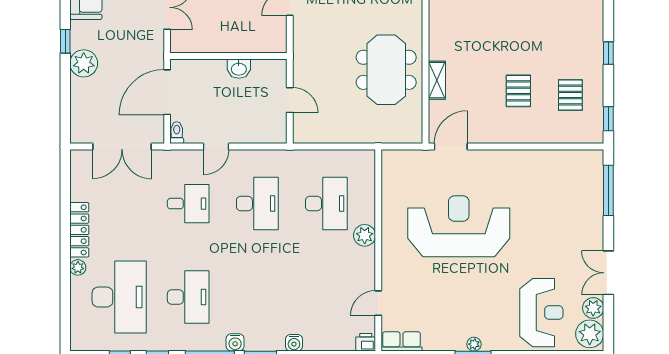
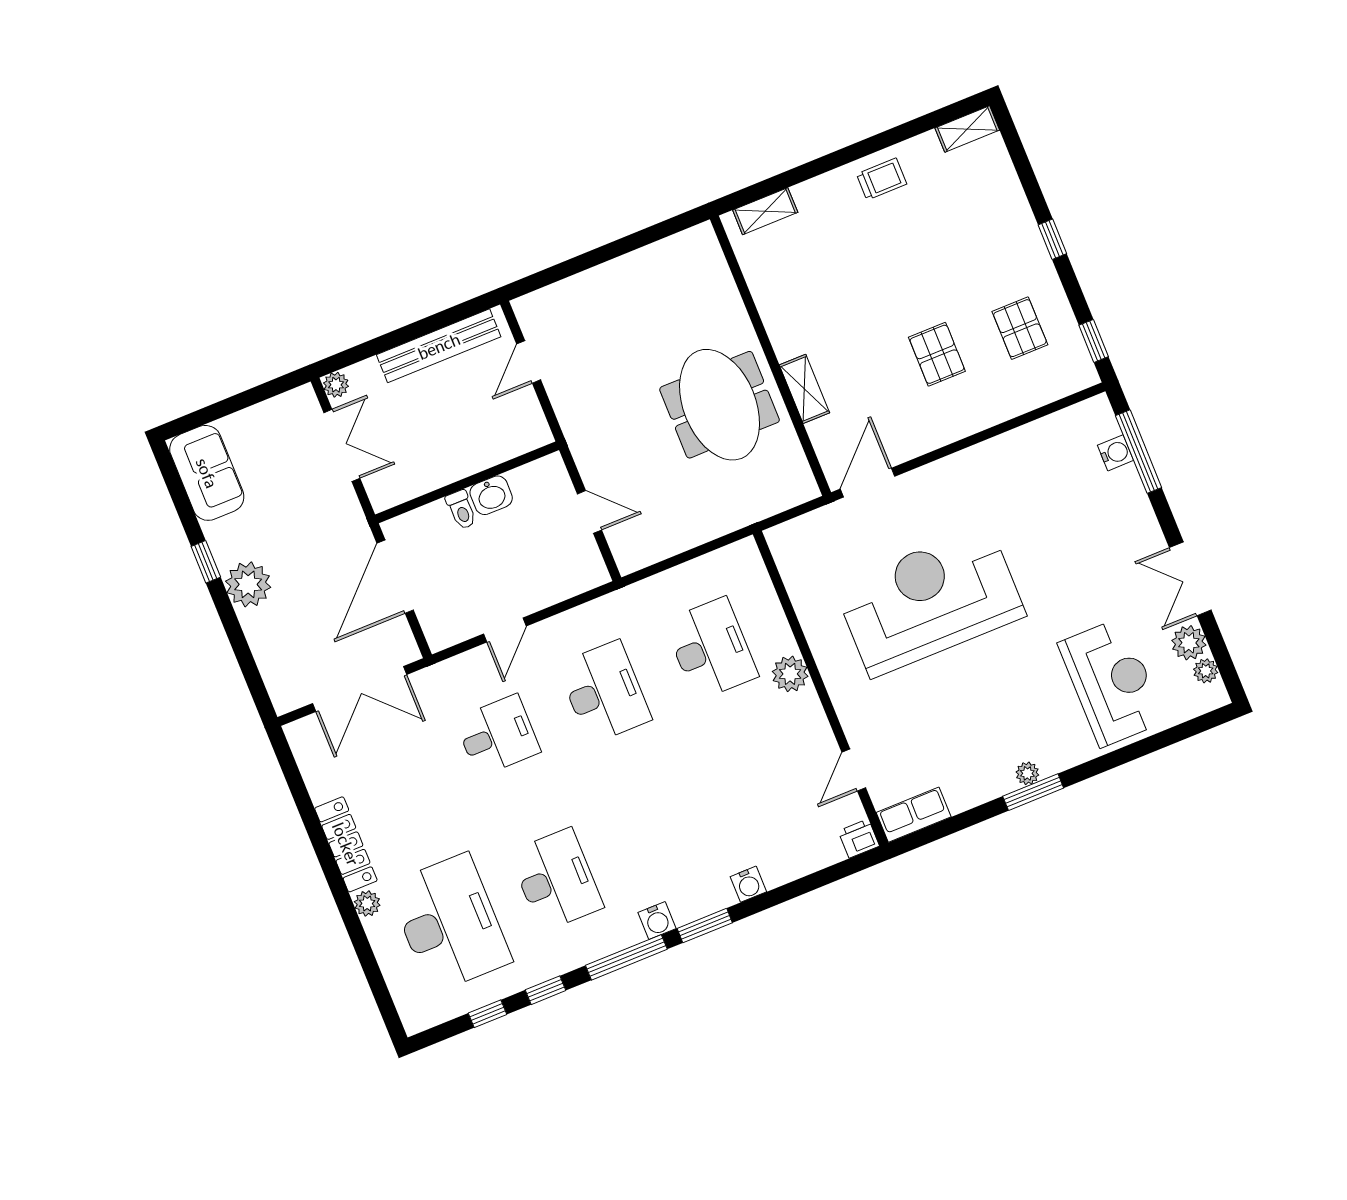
toilet: (177, 133) -> (461, 510), moved, turned 180
water cooler: (595, 186) -> (1115, 453), added
plant: (590, 334) -> (1206, 671), width x0.53, depth x0.53

